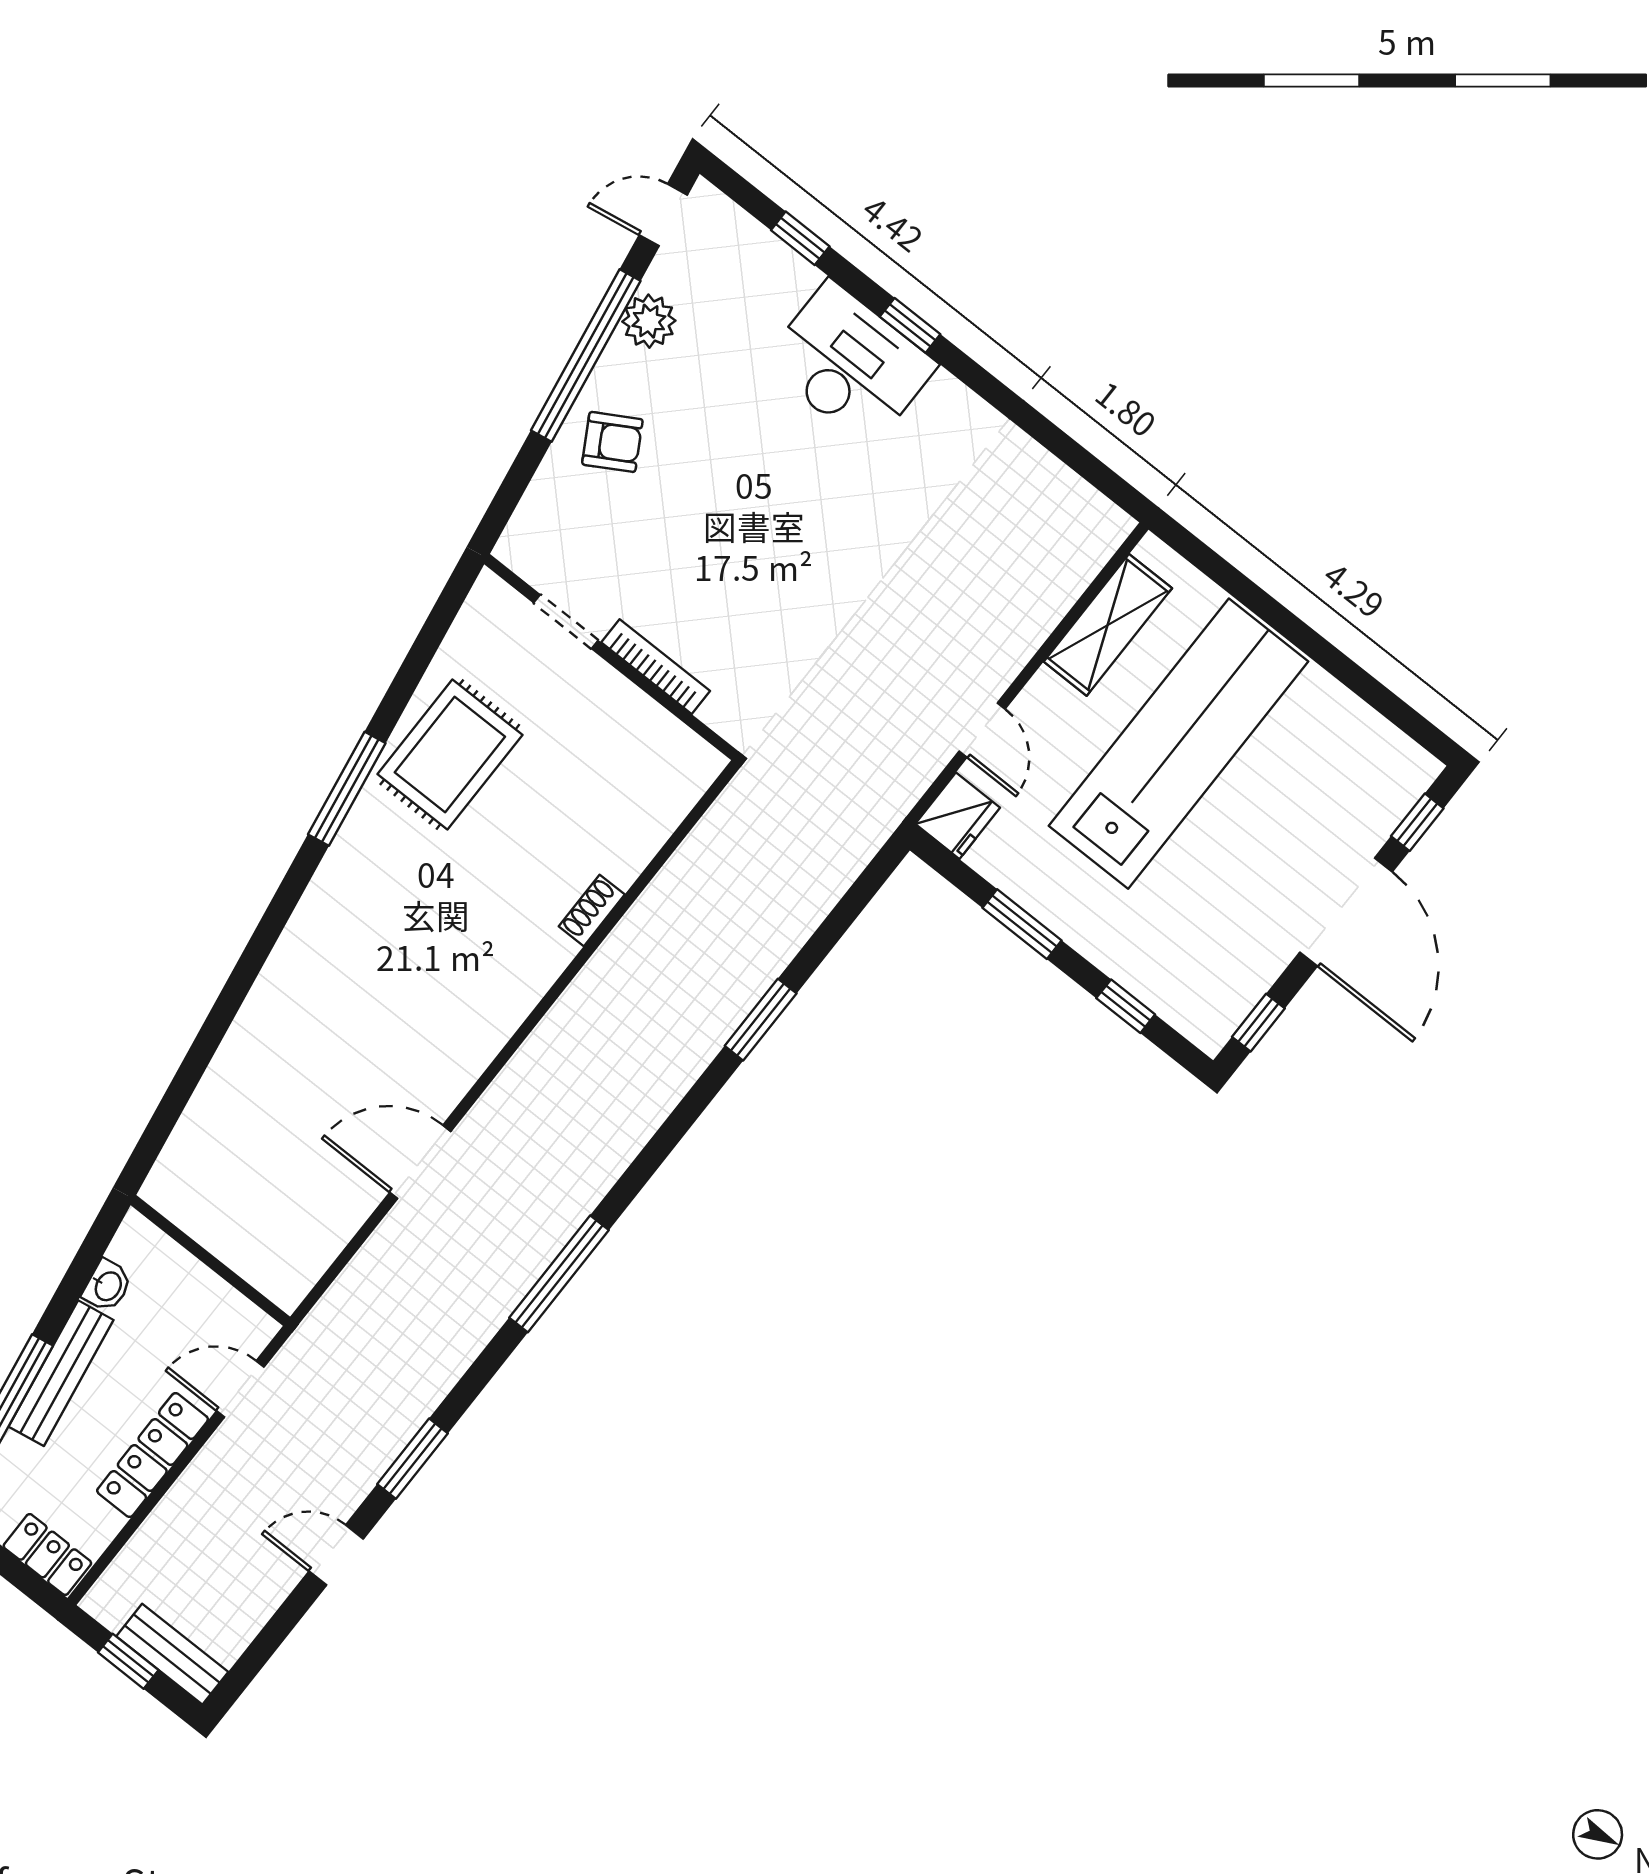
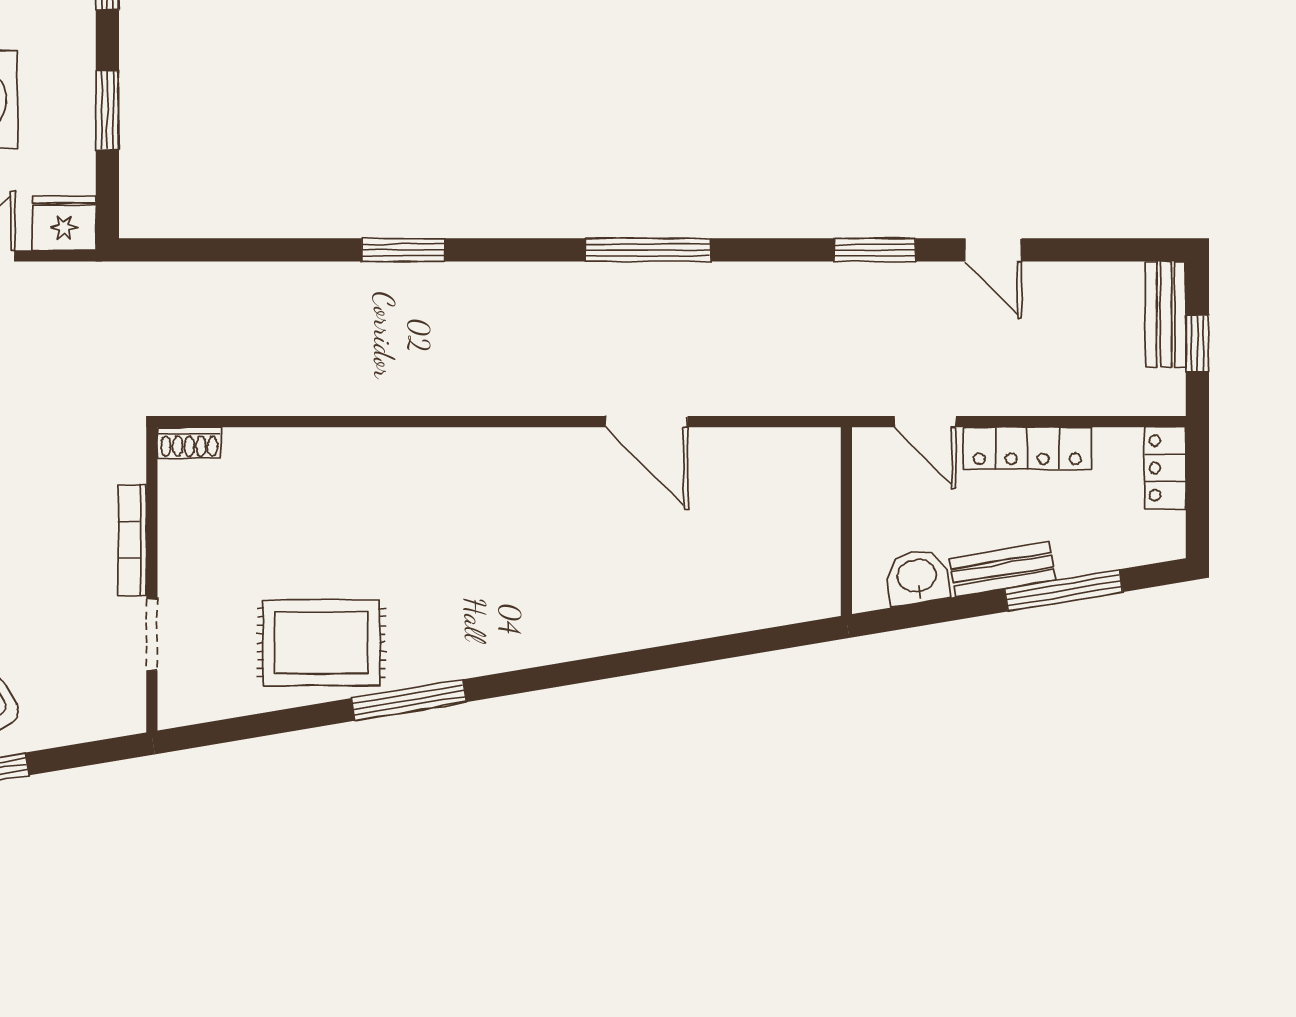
shoe rack: (592, 910) -> (189, 443), moved
window: (761, 1020) -> (403, 250), moved
washbasin: (107, 1286) -> (917, 577), width x1.38, depth x1.45
bench: (61, 1373) -> (1002, 569), width x0.73

